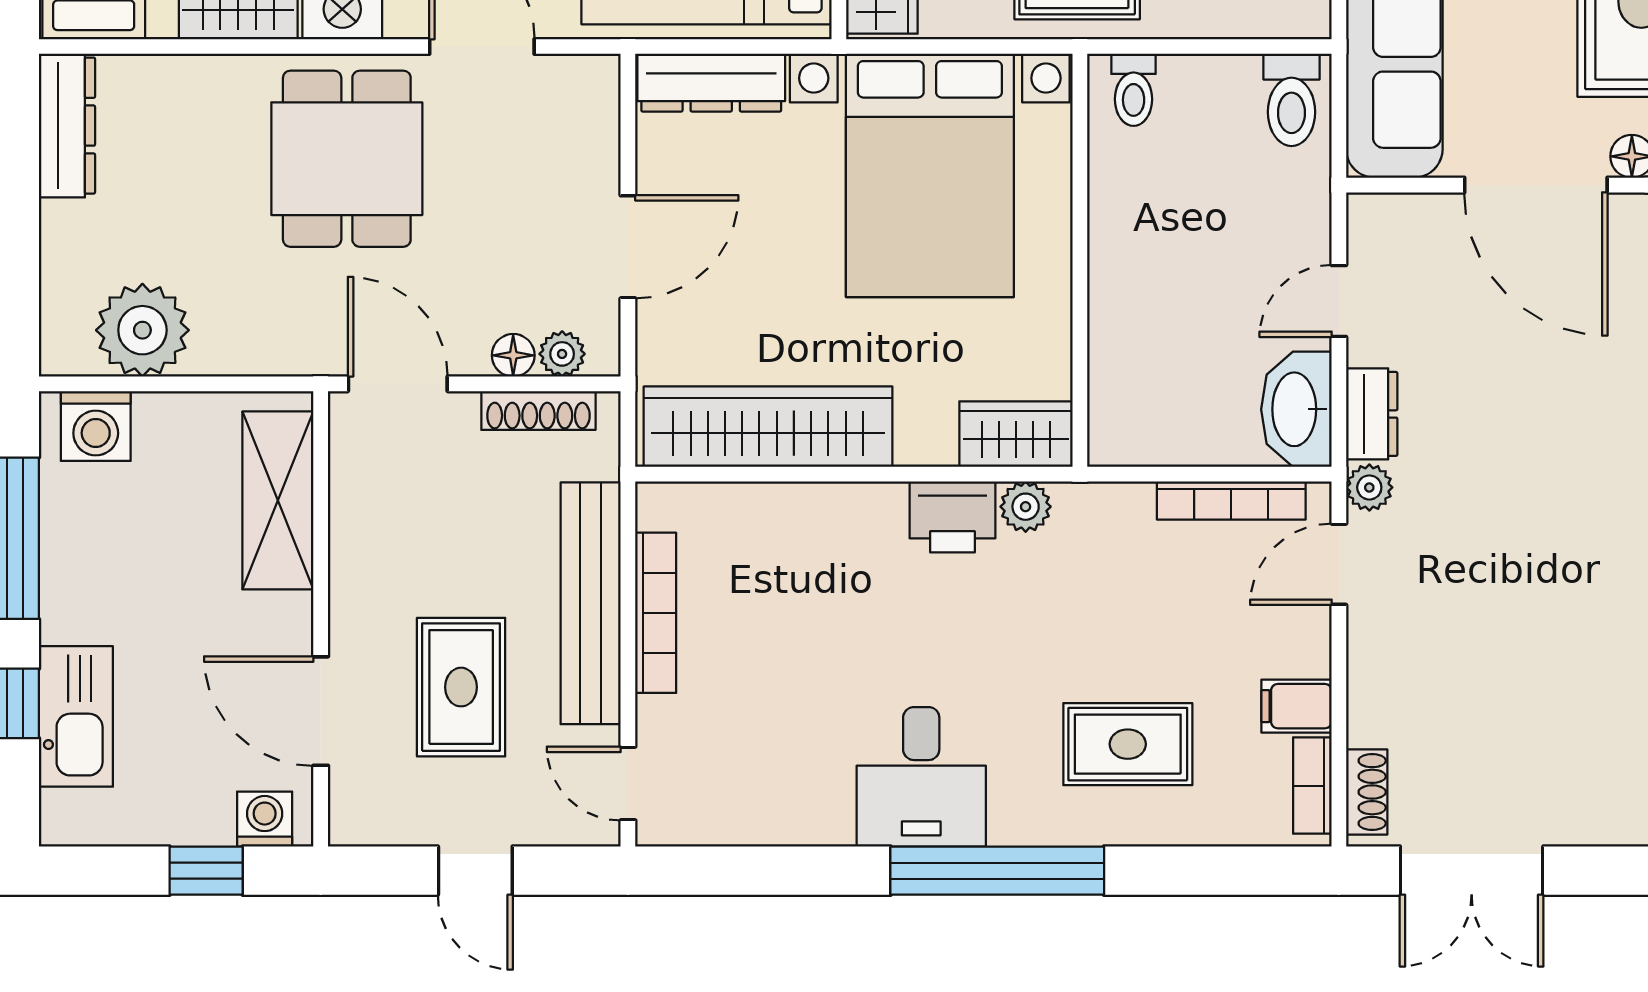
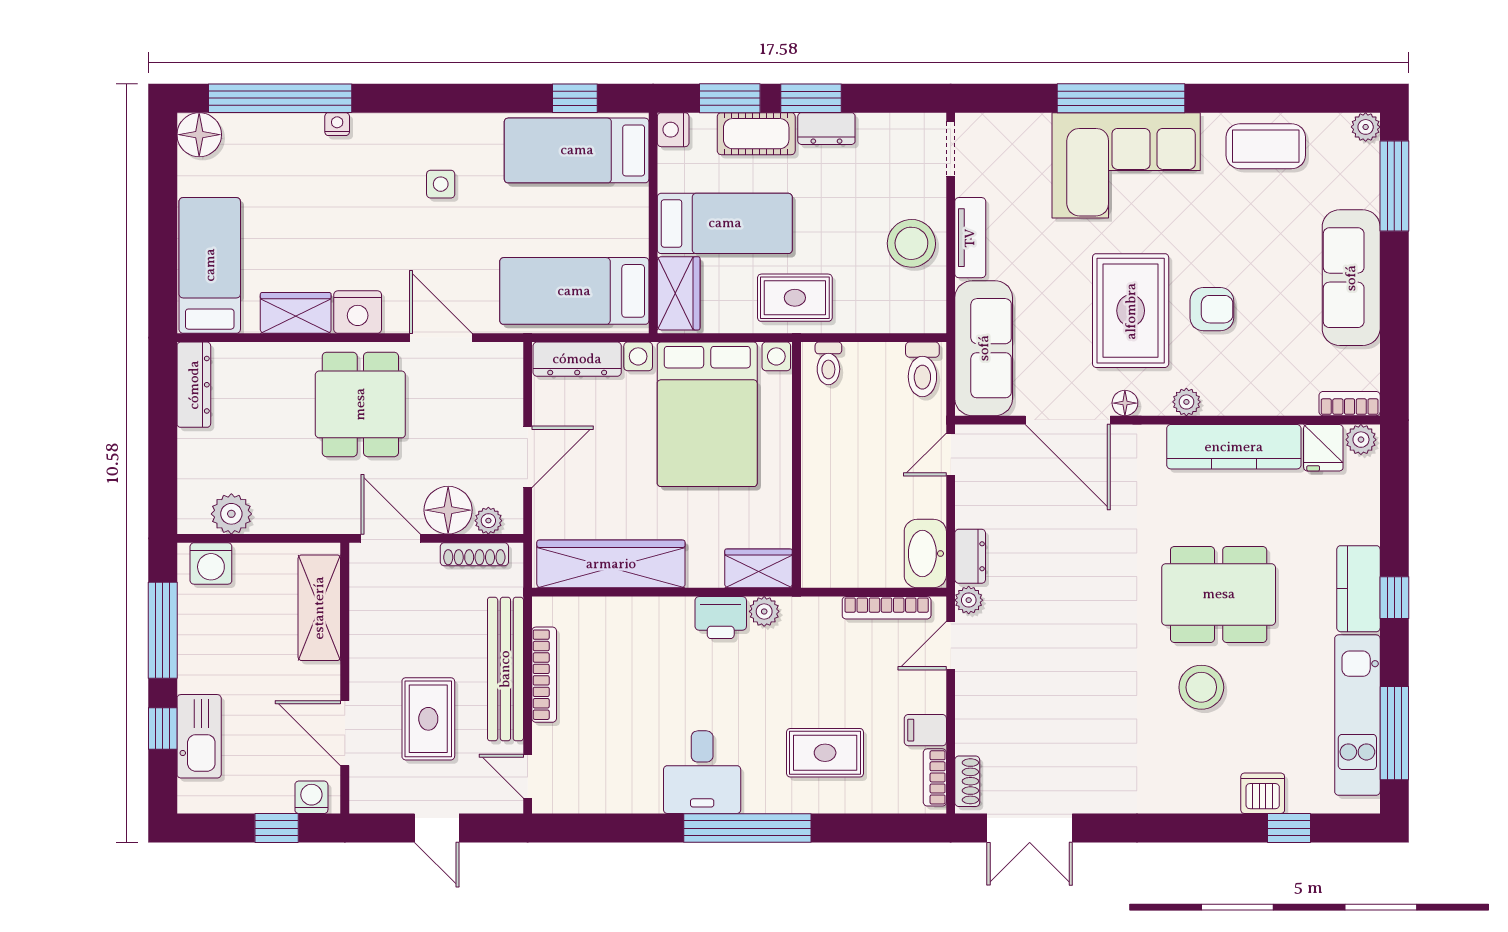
door: (1339, 301) -> (951, 455), moved
plant: (142, 330) -> (231, 514), width x0.73, depth x0.73
floor lamp: (513, 355) -> (448, 510), width x1.89, depth x1.89

